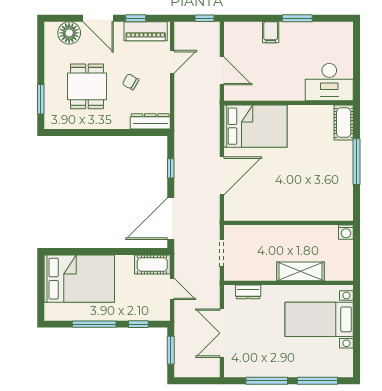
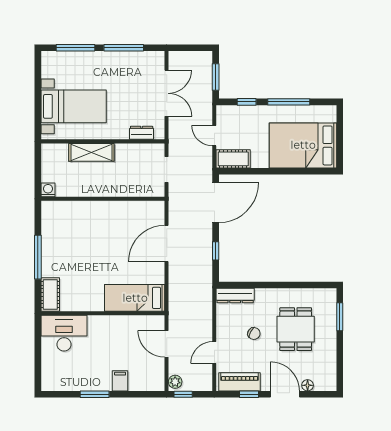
plant: (213, 31) -> (175, 382), added
floor lamp: (69, 33) -> (308, 385), width x0.53, depth x0.53
bed: (255, 126) -> (135, 298), width x0.67

